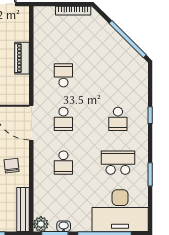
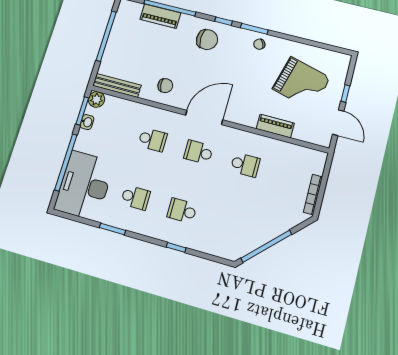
school desk: (63, 163) -> (153, 140), turned 180
school desk: (118, 163) -> (135, 198), width x0.54

